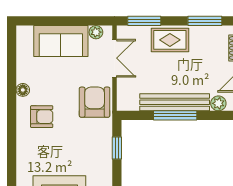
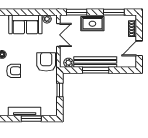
plant: (218, 103) -> (68, 63), moved

